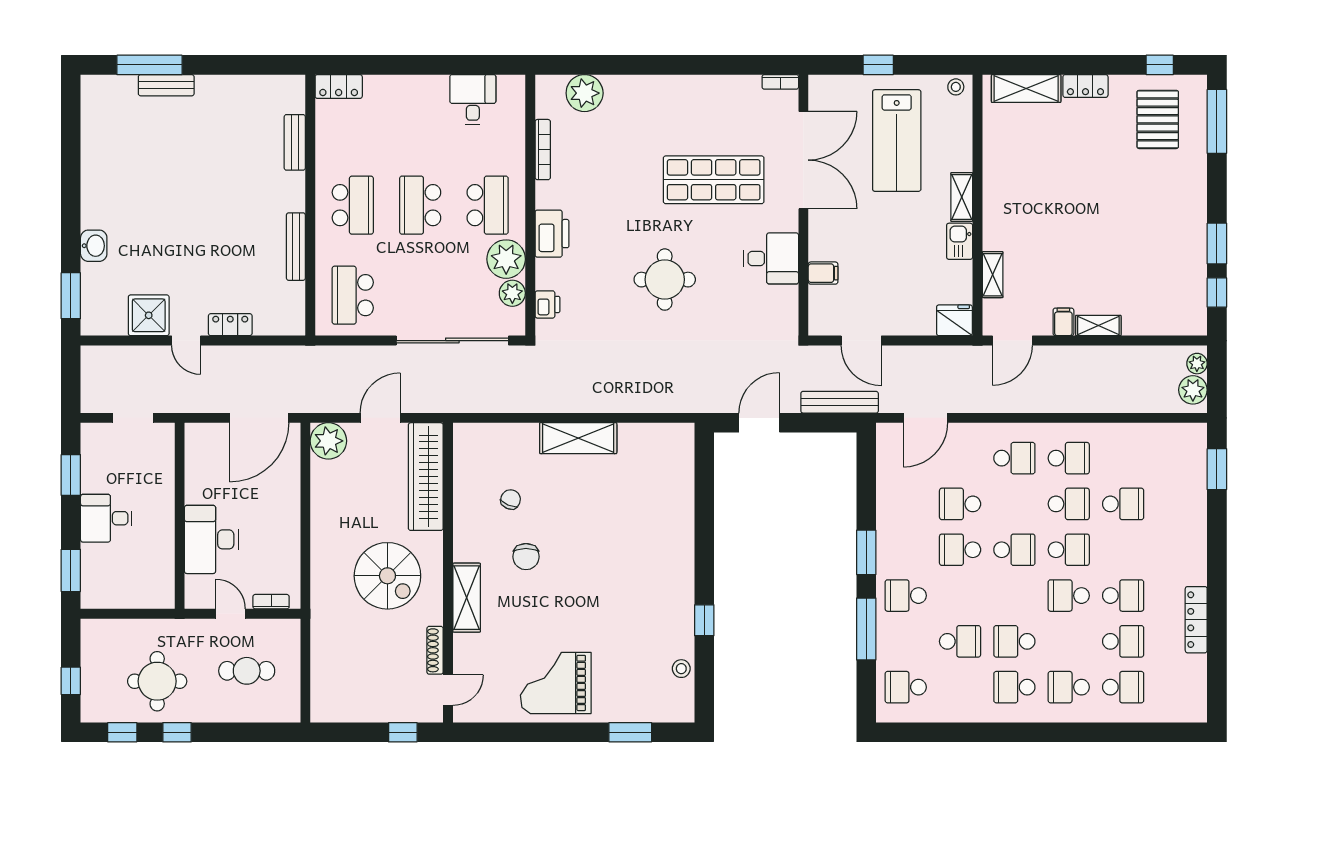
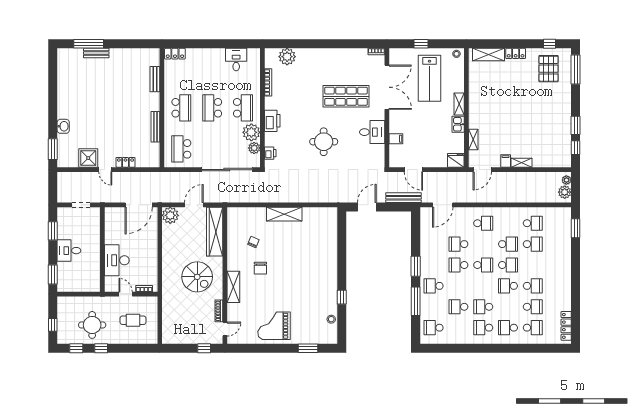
school desk: (1069, 458) -> (533, 223), moved
locker: (1196, 620) -> (566, 326), moved
school desk: (960, 641) -> (458, 307), turned 180

